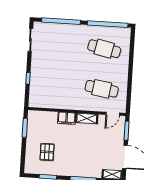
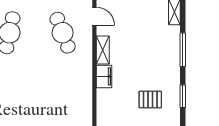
cafe table: (102, 89) -> (63, 33), turned -30

